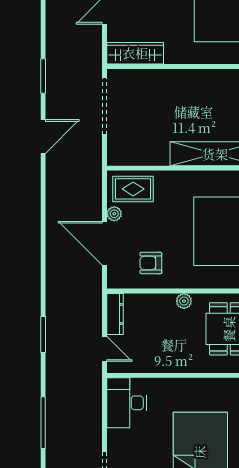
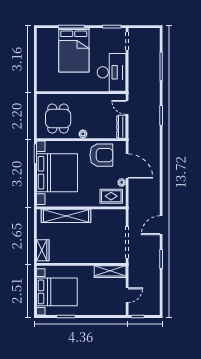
armchair: (151, 263) -> (101, 155), width x1.88, depth x1.88
desk: (127, 403) -> (112, 72), width x1.36, depth x1.30

